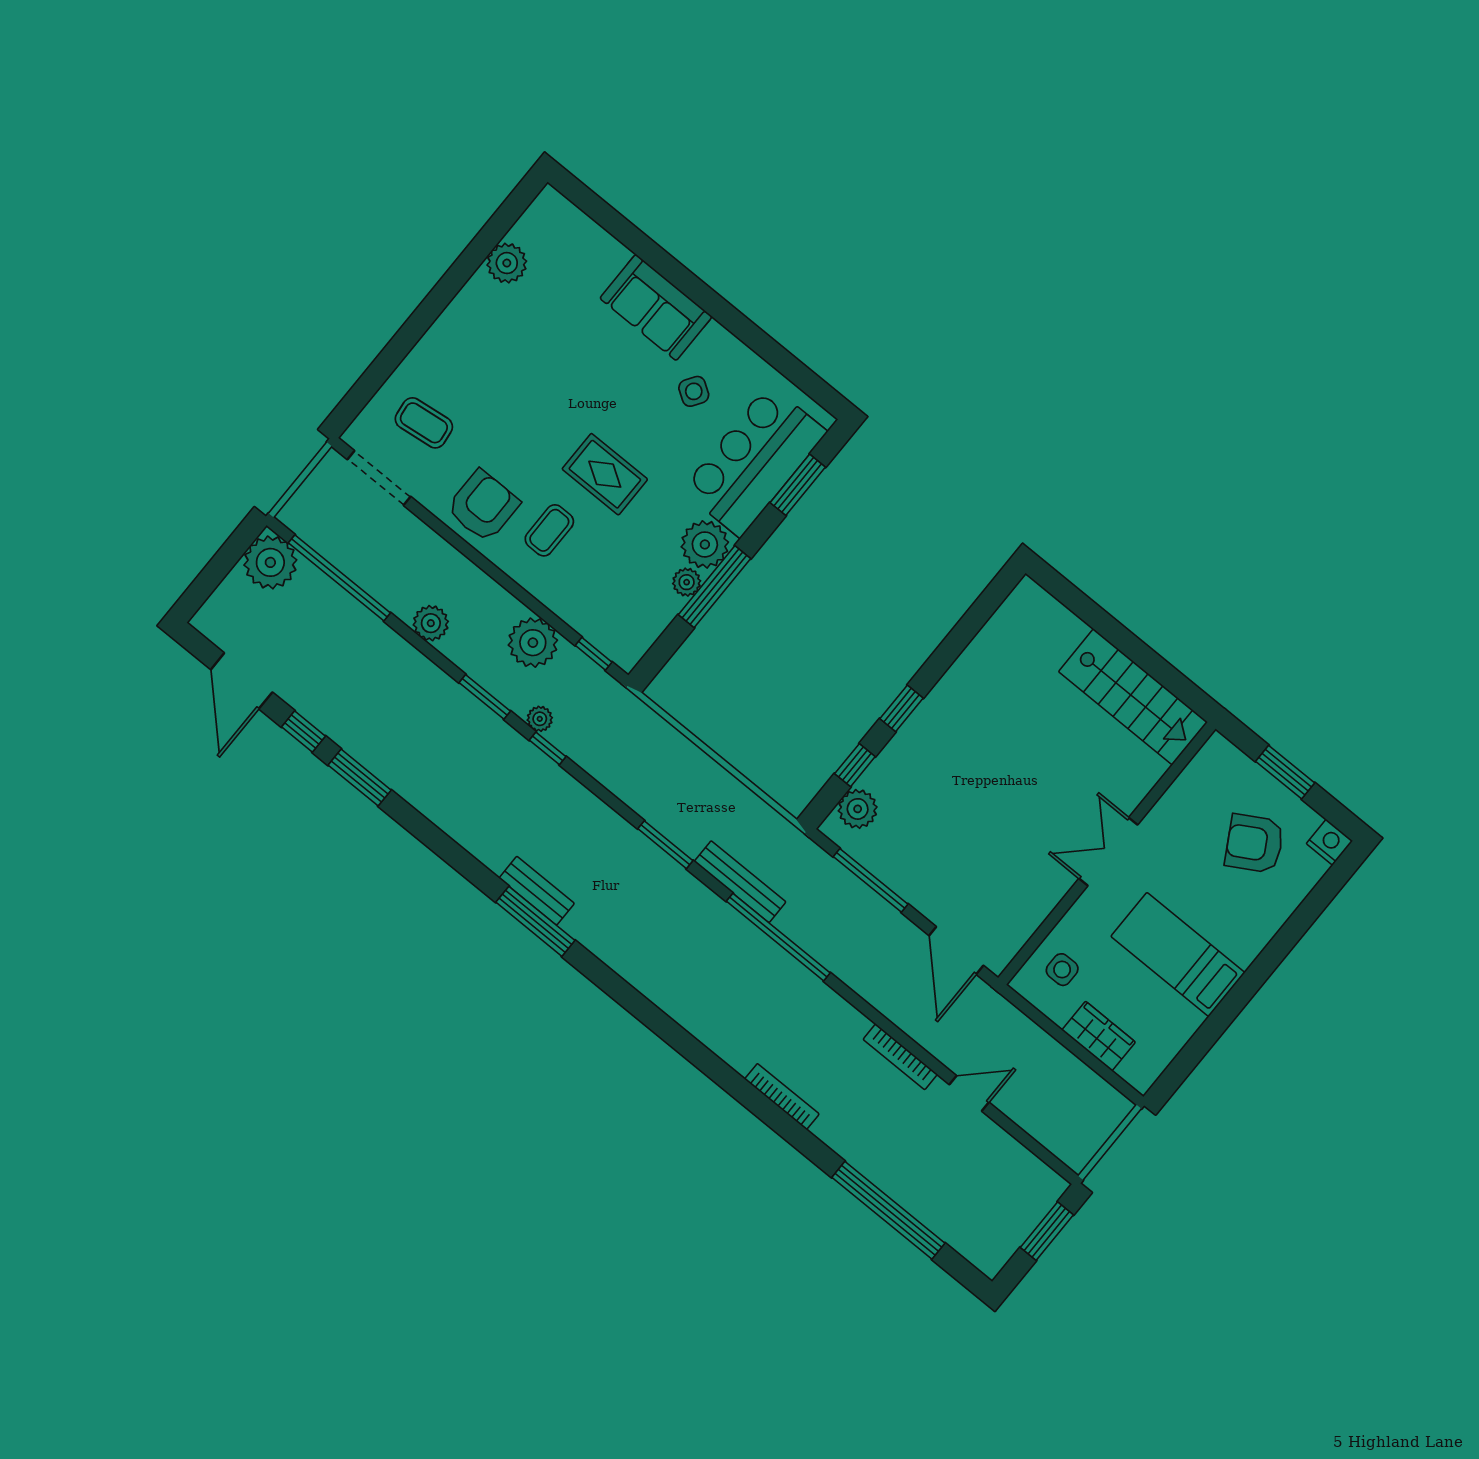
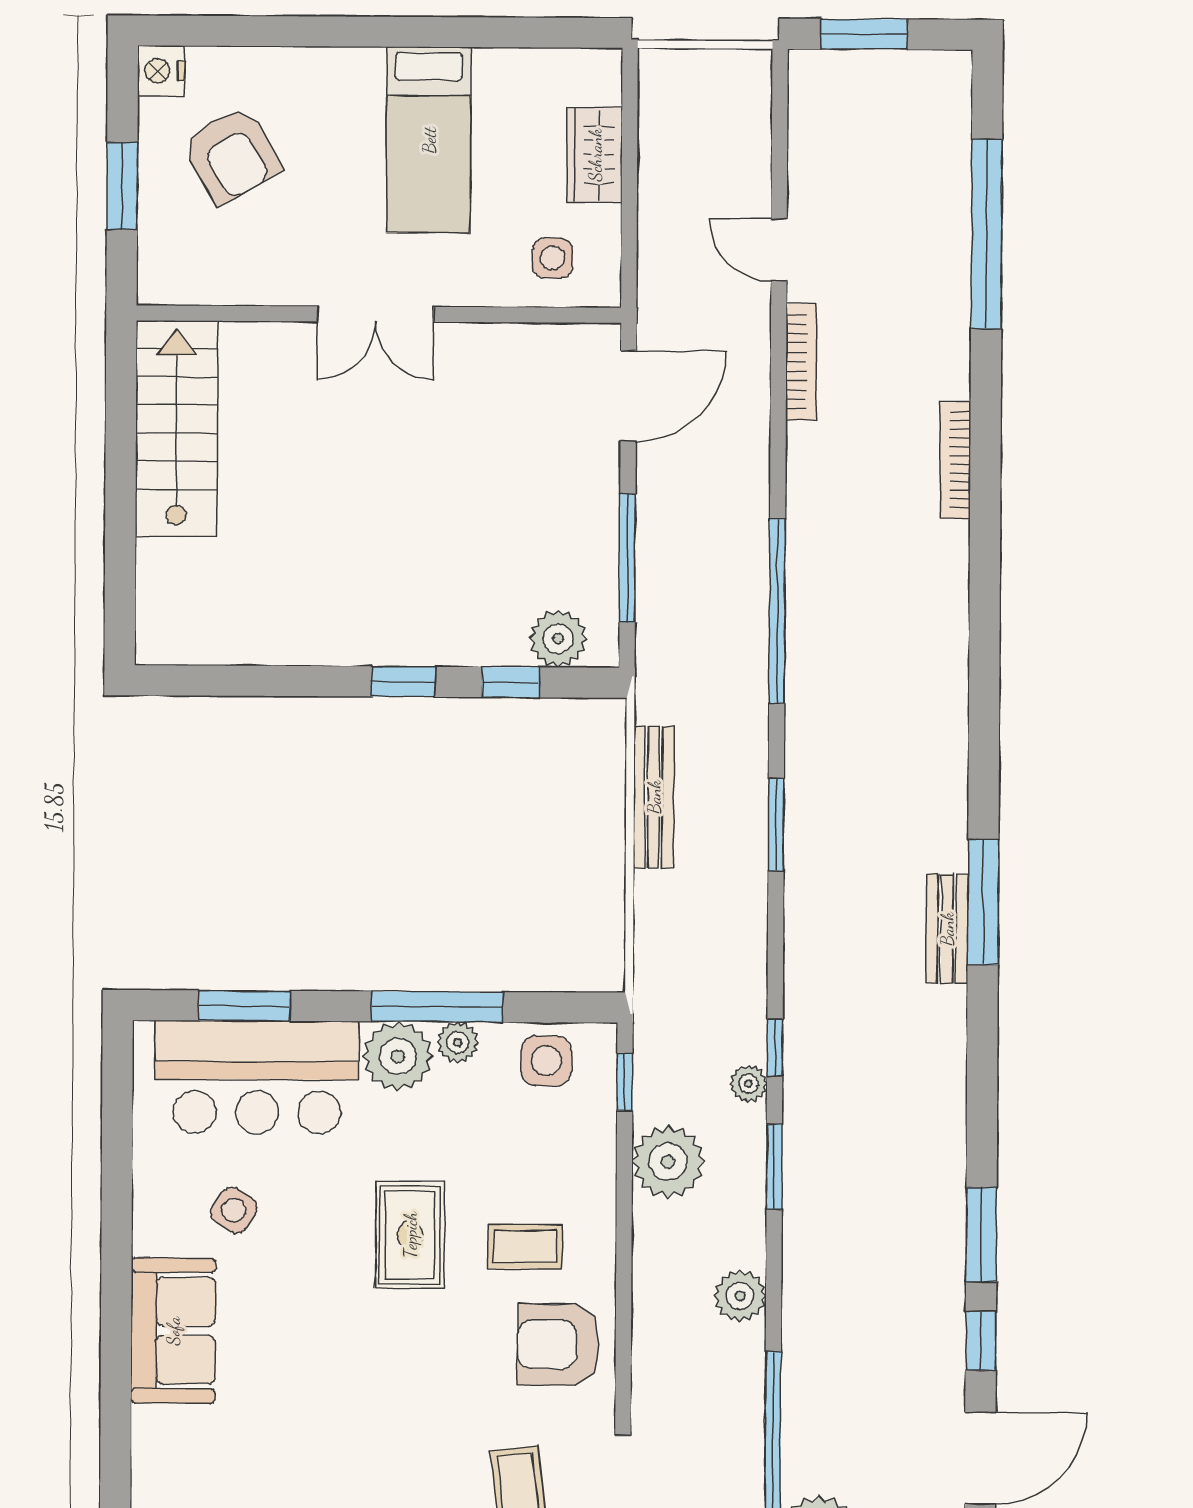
side table: (639, 621) -> (546, 1061), added
bench: (740, 882) -> (654, 797), moved

